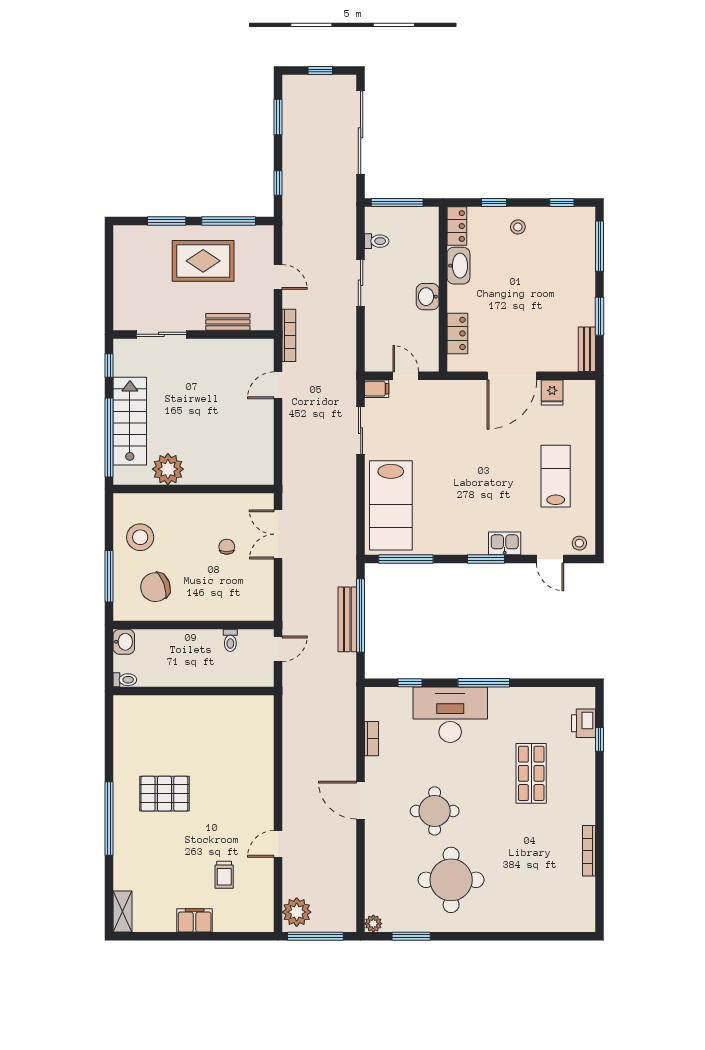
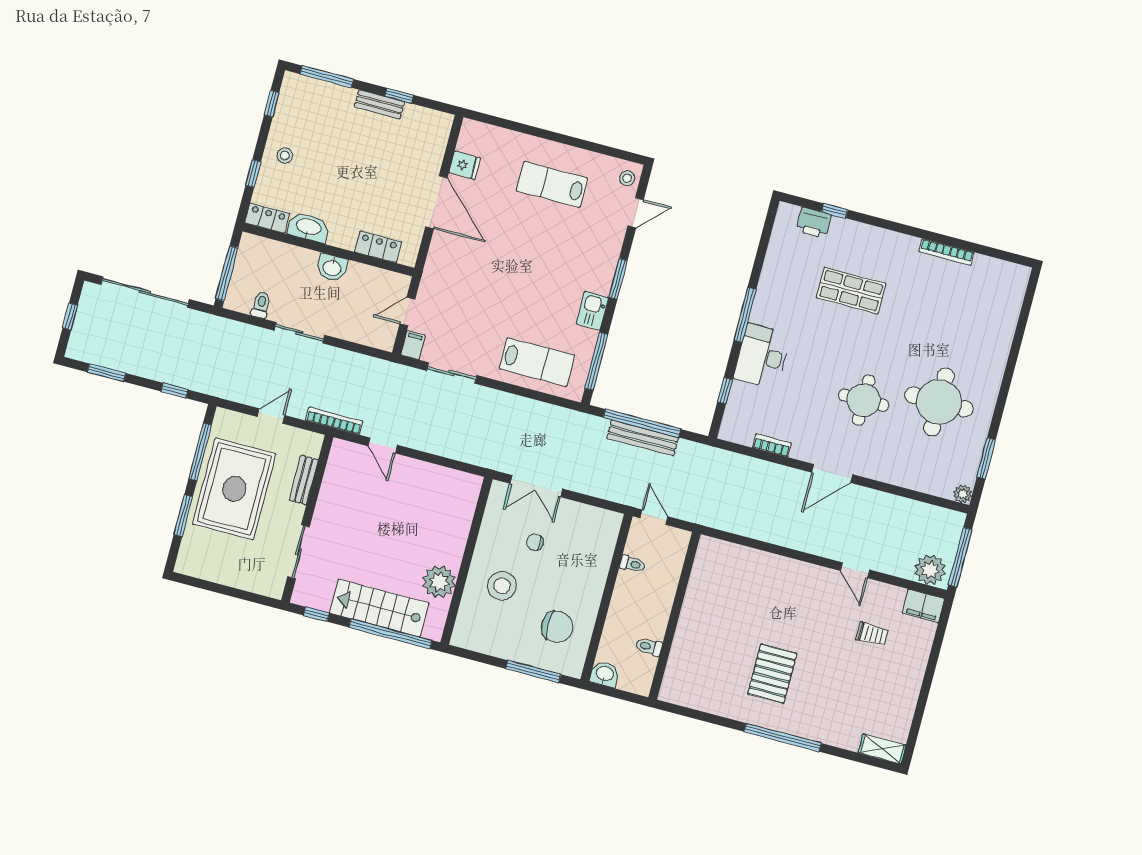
rug: (203, 261) -> (234, 489), width x1.37, depth x1.44
window: (600, 316) -> (399, 96), width x0.67
bench: (587, 349) -> (379, 104), moved
lab bench: (391, 505) -> (537, 362), width x0.73, depth x0.72
stool: (140, 537) -> (502, 586), moved
kitchen sink: (505, 543) -> (592, 311), moved
chair: (155, 587) -> (557, 627), turned -70
toilet: (125, 680) -> (649, 647), moved, turned -90
desk: (450, 715) -> (762, 356), width x0.73, depth x0.77
filing cabinet: (195, 920) -> (923, 606), moved, turned -90

